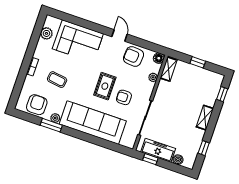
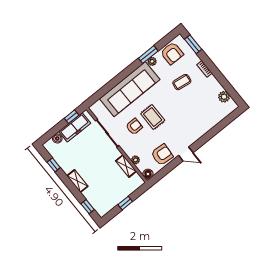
corner sofa: (78, 41) -> (202, 118), removed
shelving: (169, 69) -> (126, 166), moved
window: (17, 91) -> (193, 44), added

